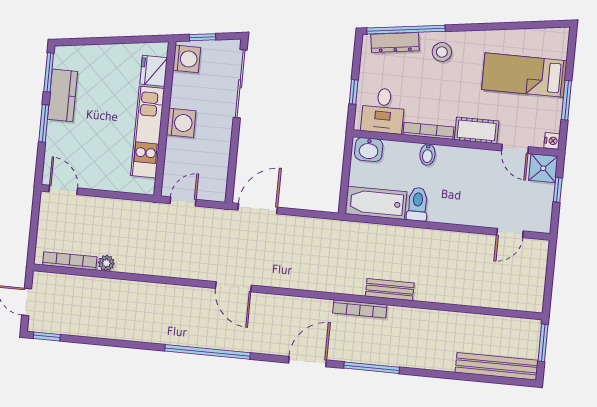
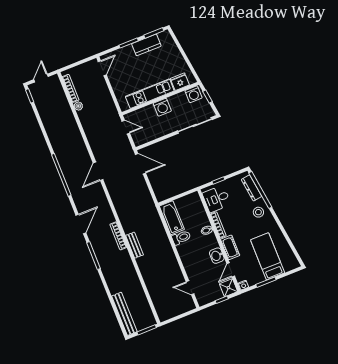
washbasin: (369, 149) -> (217, 256), moved
door: (308, 362) -> (81, 224), hinge flipped

